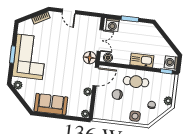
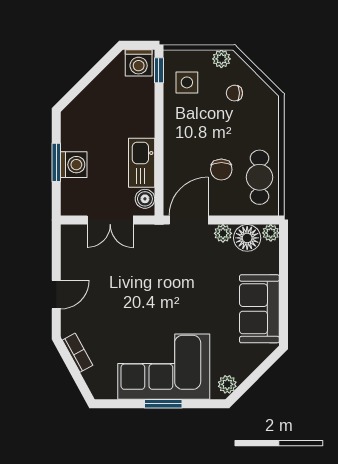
washing machine: (112, 25) -> (74, 165), moved
double door: (100, 40) -> (110, 220), swing flipped
floor lamp: (90, 58) -> (247, 238), moved
kitchen sink: (142, 60) -> (142, 163), moved
door: (96, 77) -> (189, 220), hinge flipped
cafe table: (136, 82) -> (259, 177), moved
side table: (135, 116) -> (187, 82), moved

